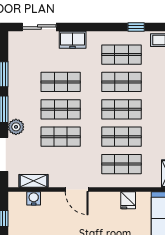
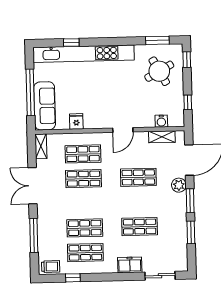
shop shelf: (61, 109) -> (139, 202), removed
shop shelf: (122, 109) -> (84, 203), removed
door: (77, 190) -> (123, 130), swing flipped

